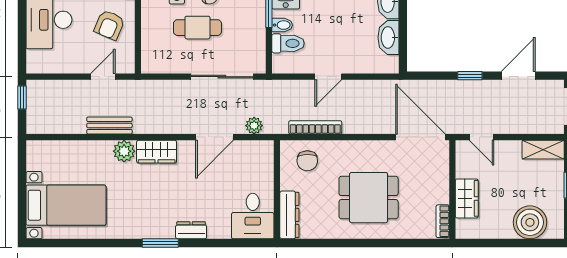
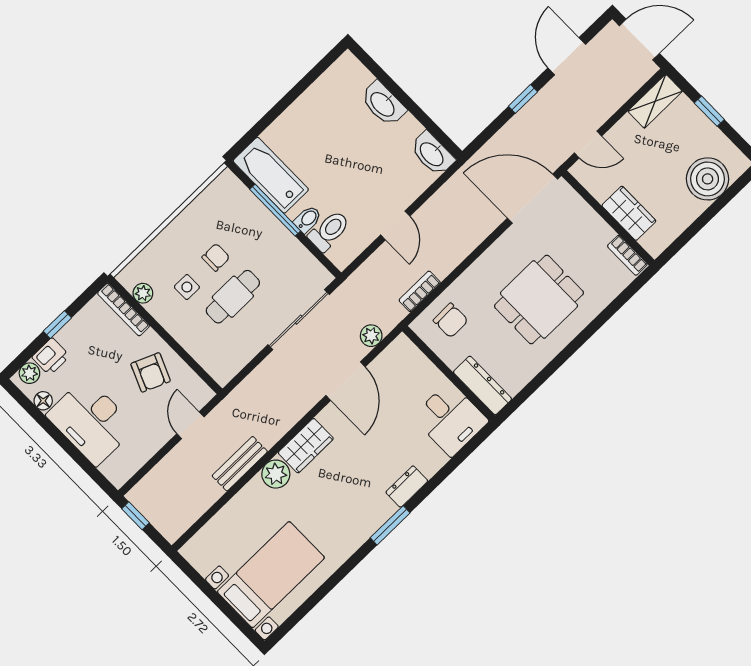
washbasin: (388, 37) -> (432, 154), moved
bookcase: (315, 127) -> (420, 291), width x0.64

